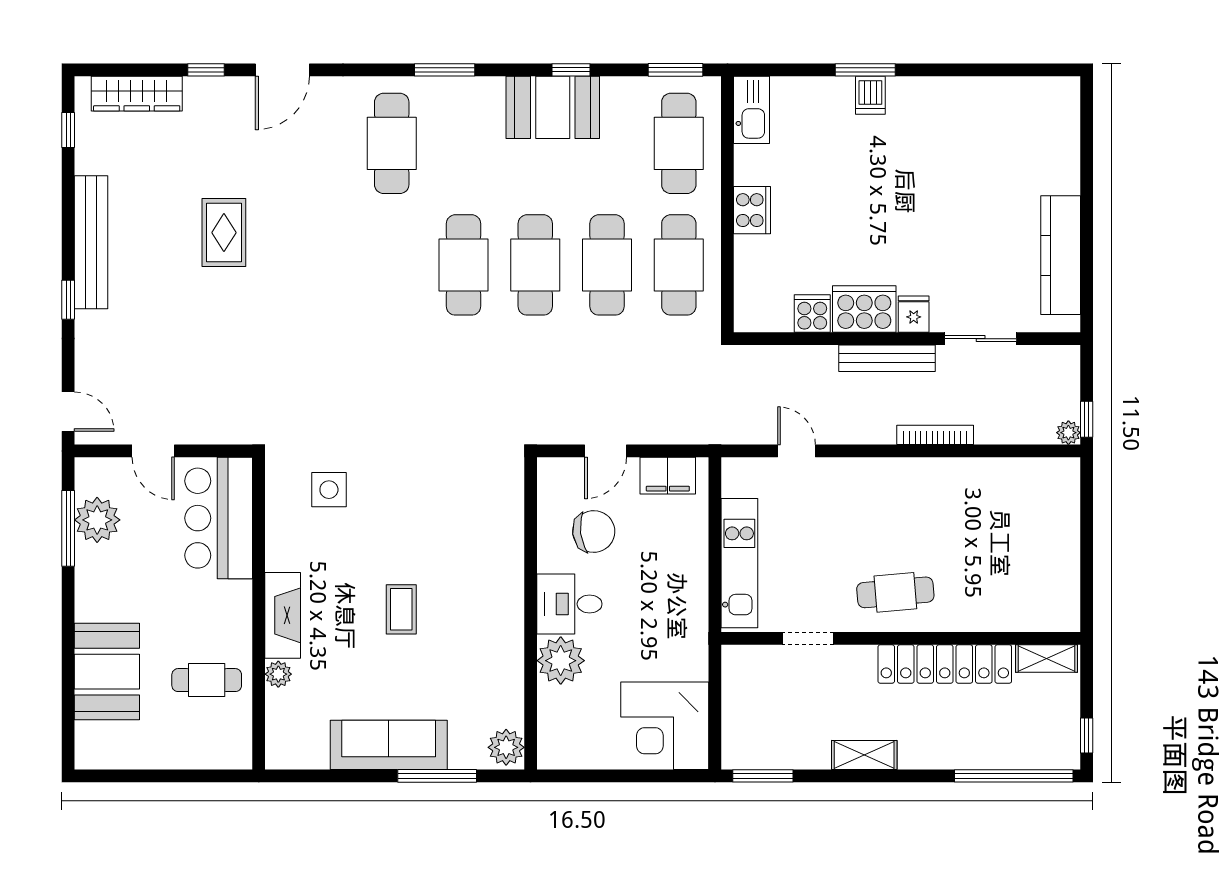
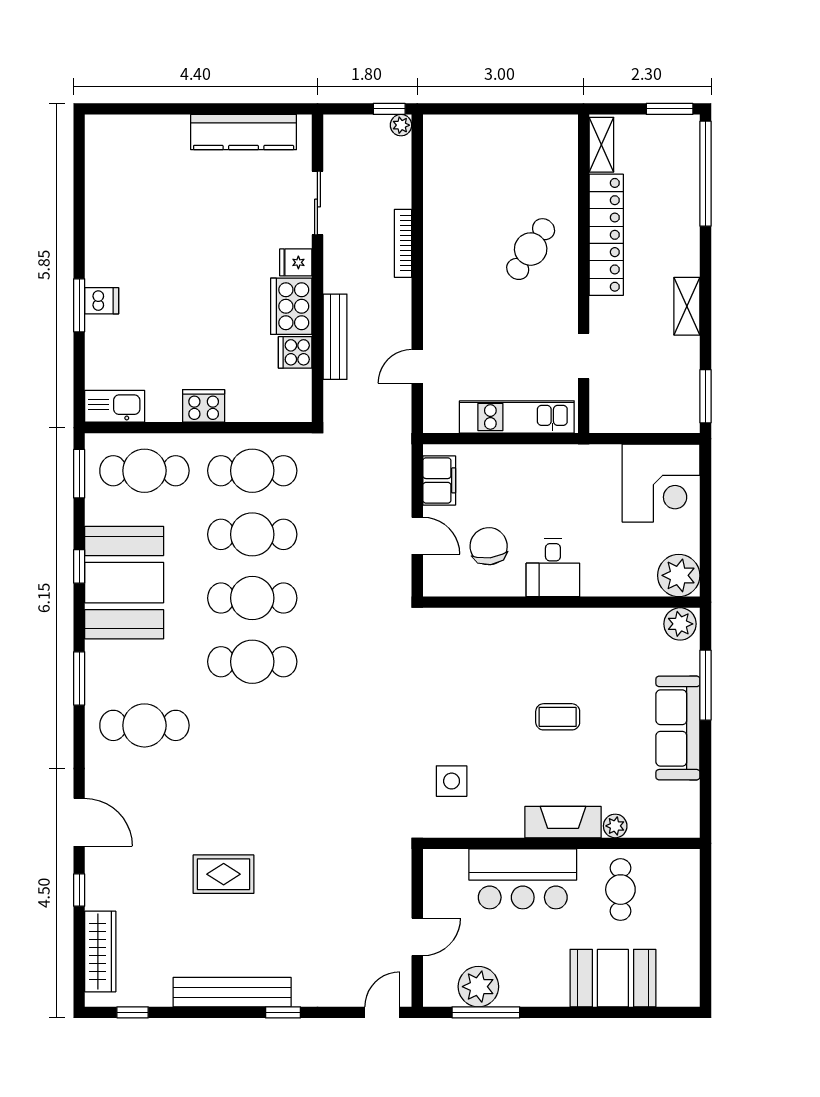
booth: (553, 107) -> (124, 583), width x1.36, depth x1.42
bench: (887, 358) -> (335, 337), moved
bar counter: (219, 518) -> (523, 879), moved
cafe table: (895, 592) -> (531, 249), moved, turned 38
plant: (561, 661) -> (679, 575), moved
window: (1087, 735) -> (670, 109), width x1.50

